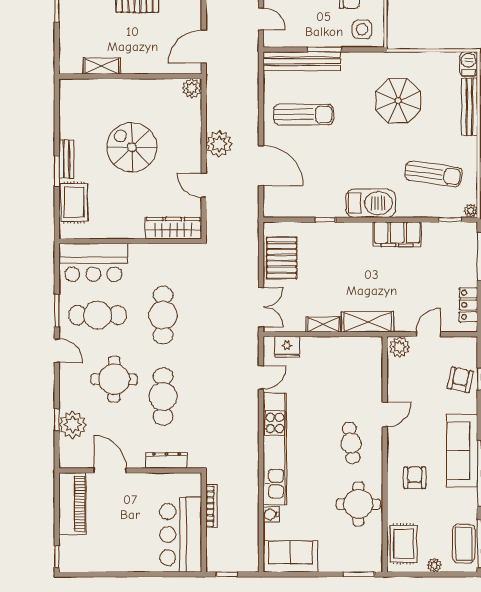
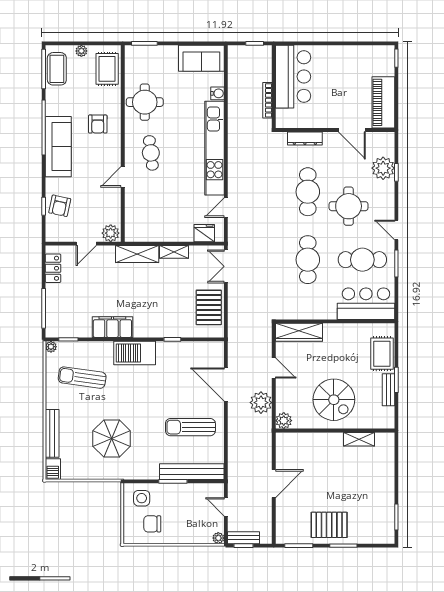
shelving: (102, 66) -> (359, 439), moved
wall: (130, 76) -> (335, 431), moved
plant: (192, 88) -> (284, 421), moved

